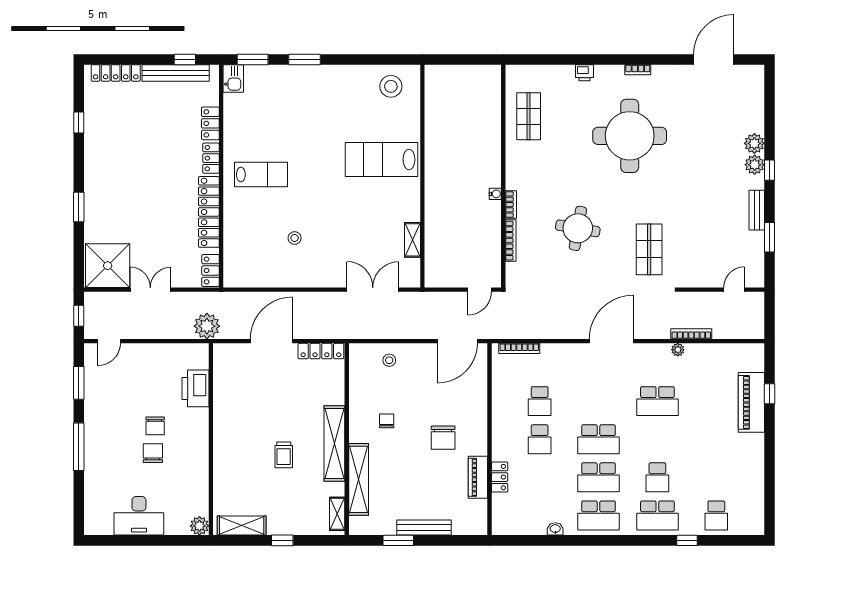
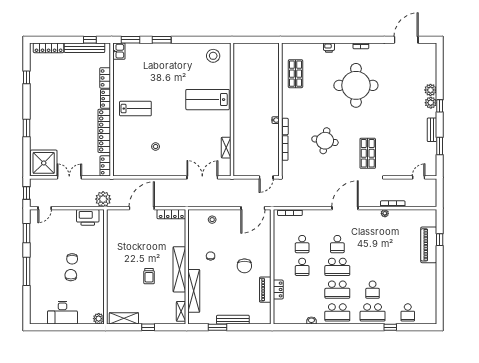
printer: (195, 388) -> (88, 217), moved, turned -90
school desk: (657, 401) -> (337, 244), moved, width x0.54

